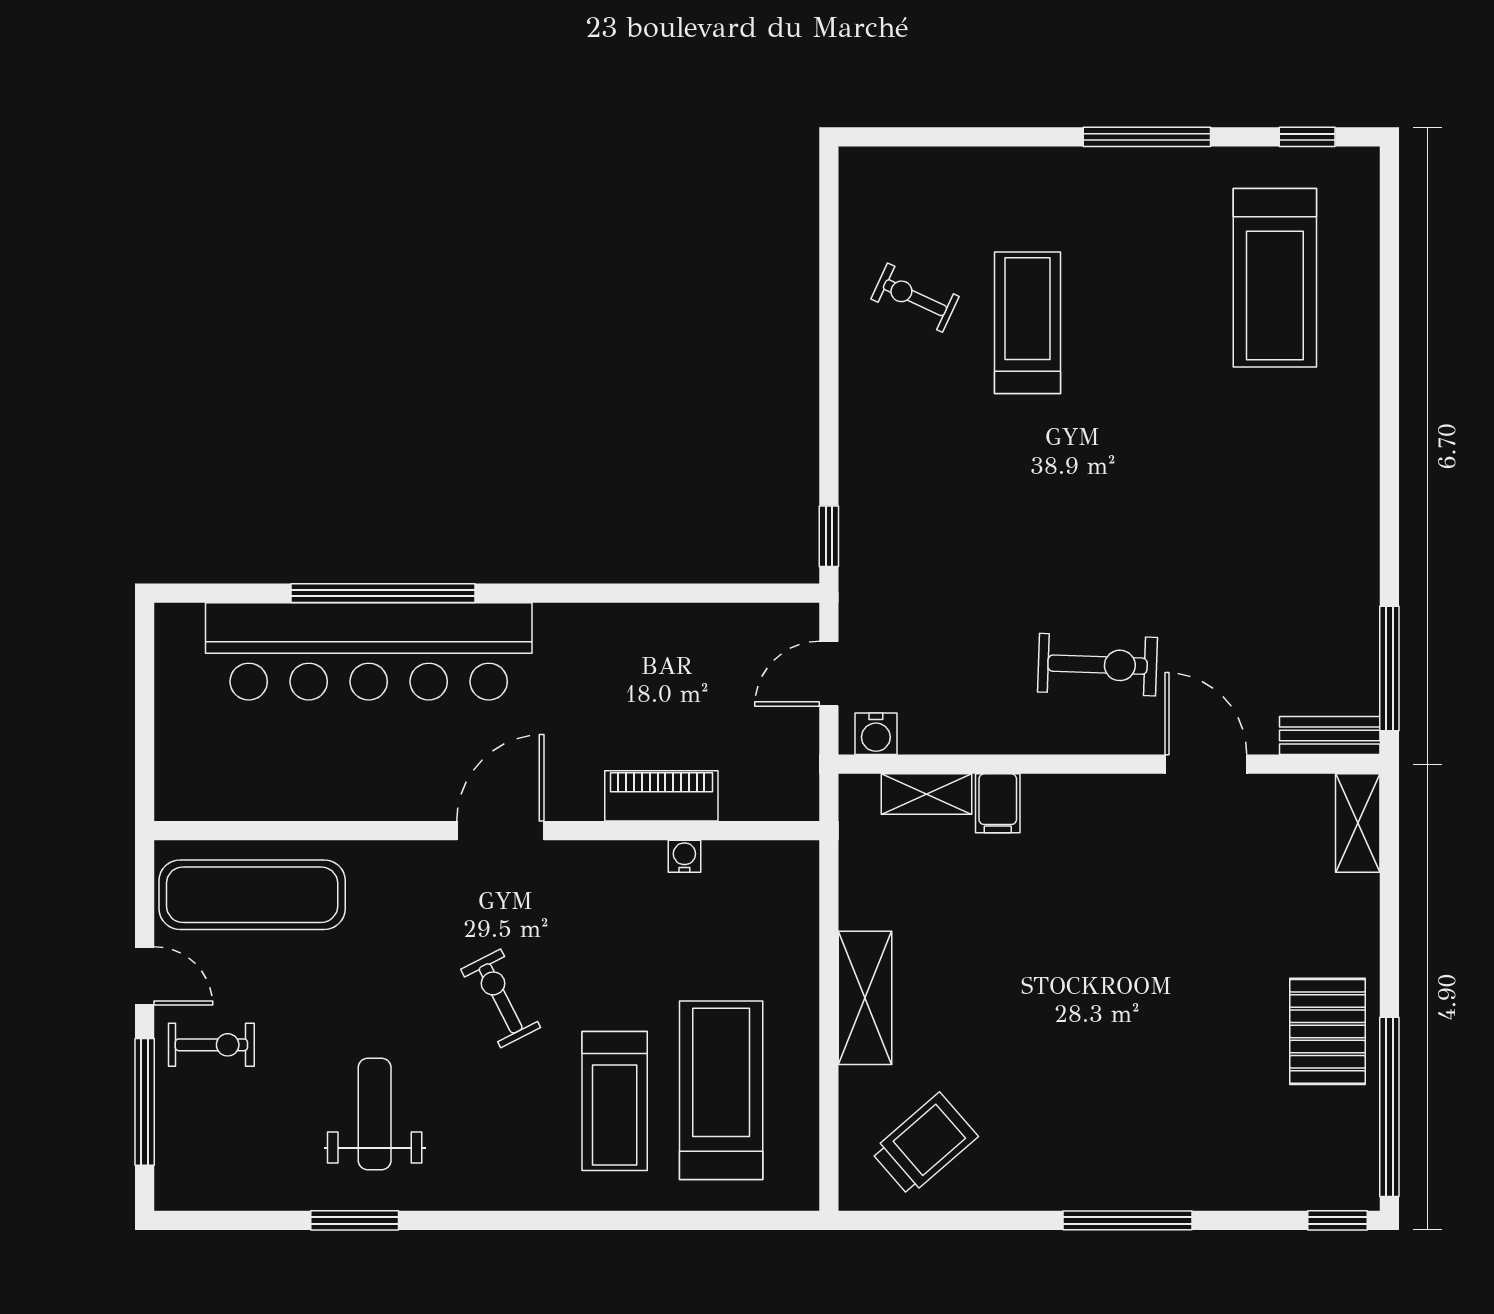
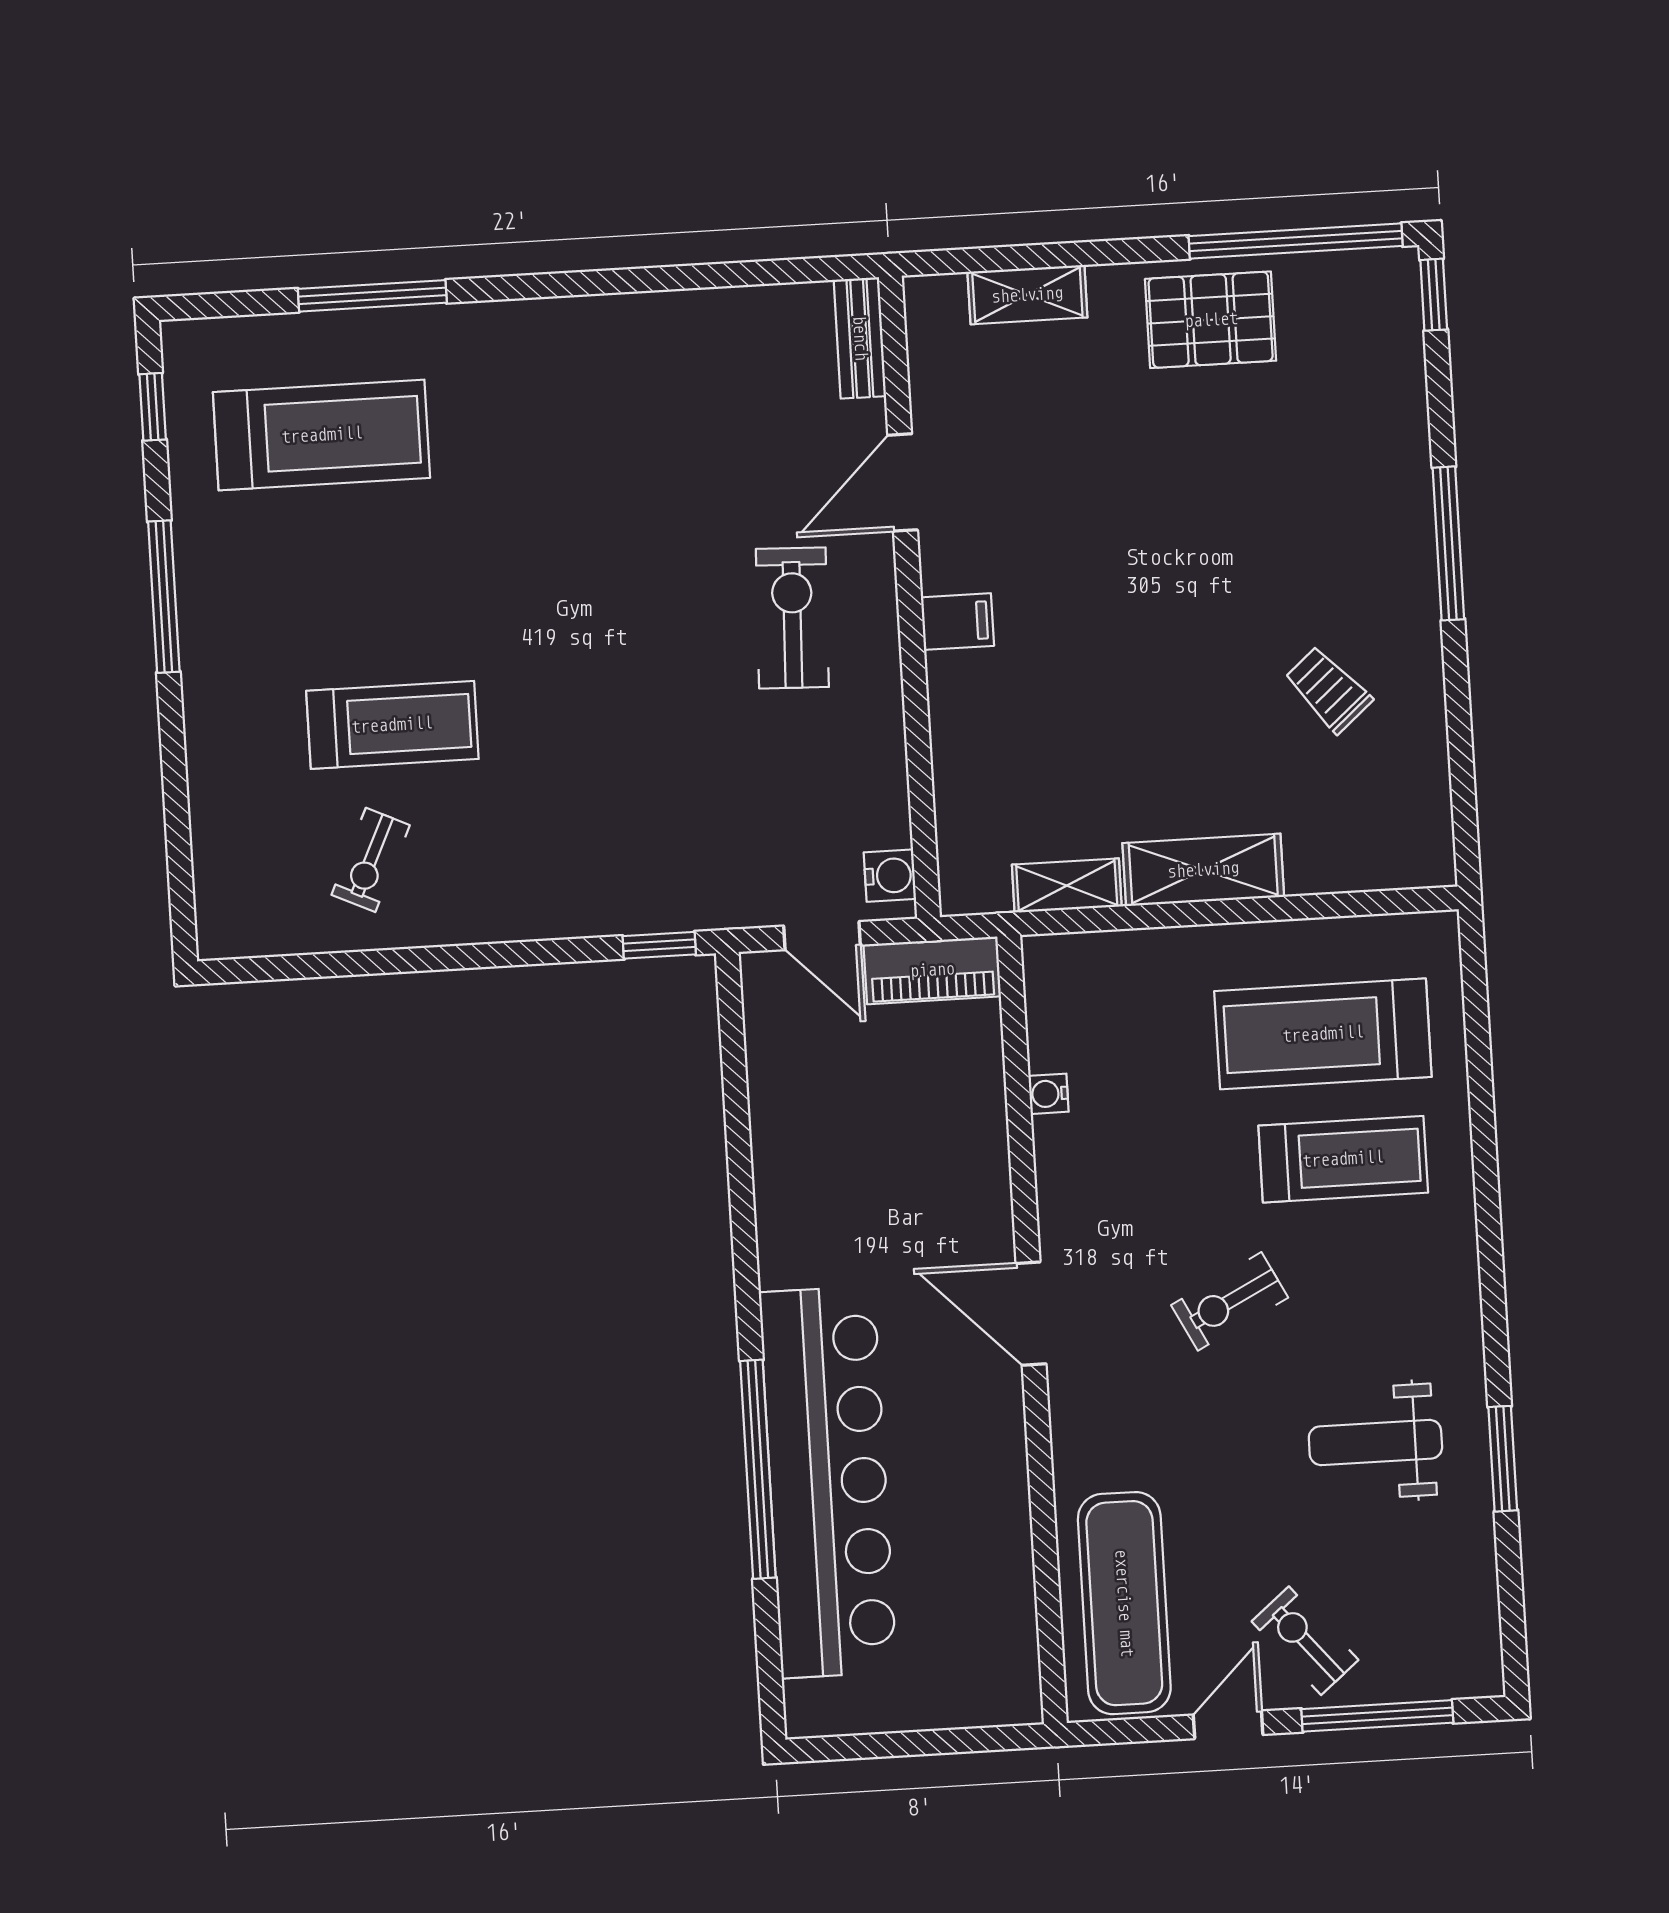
treadmill: (1028, 323) -> (392, 725), turned 180
window: (1389, 669) -> (372, 296), moved
shelving: (927, 794) -> (1067, 886), moved, turned 90
piano: (661, 796) -> (932, 970), moved, turned -90
filing cabinet: (998, 803) -> (957, 622), moved
shelving: (1358, 823) -> (1027, 295), moved
exercise bike: (211, 1045) -> (1305, 1641), turned -40
trolley: (924, 1144) -> (1328, 690), moved, width x0.73, depth x0.72

